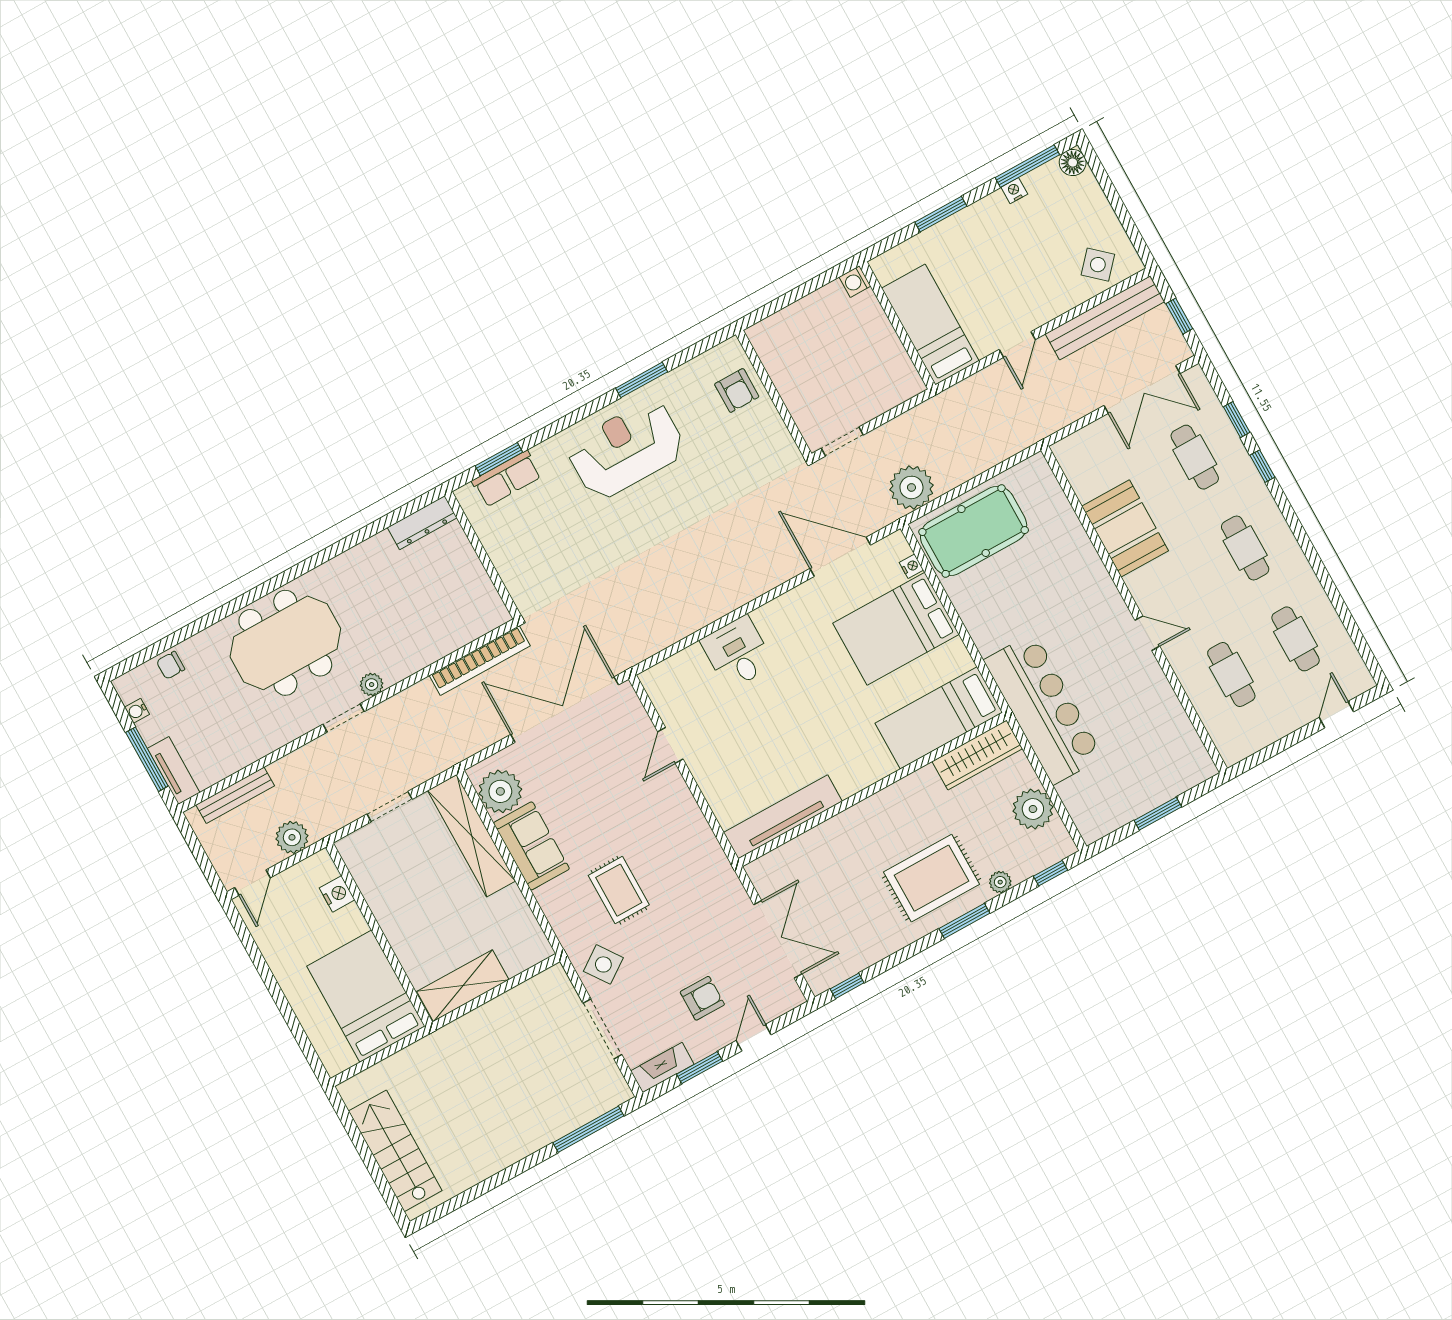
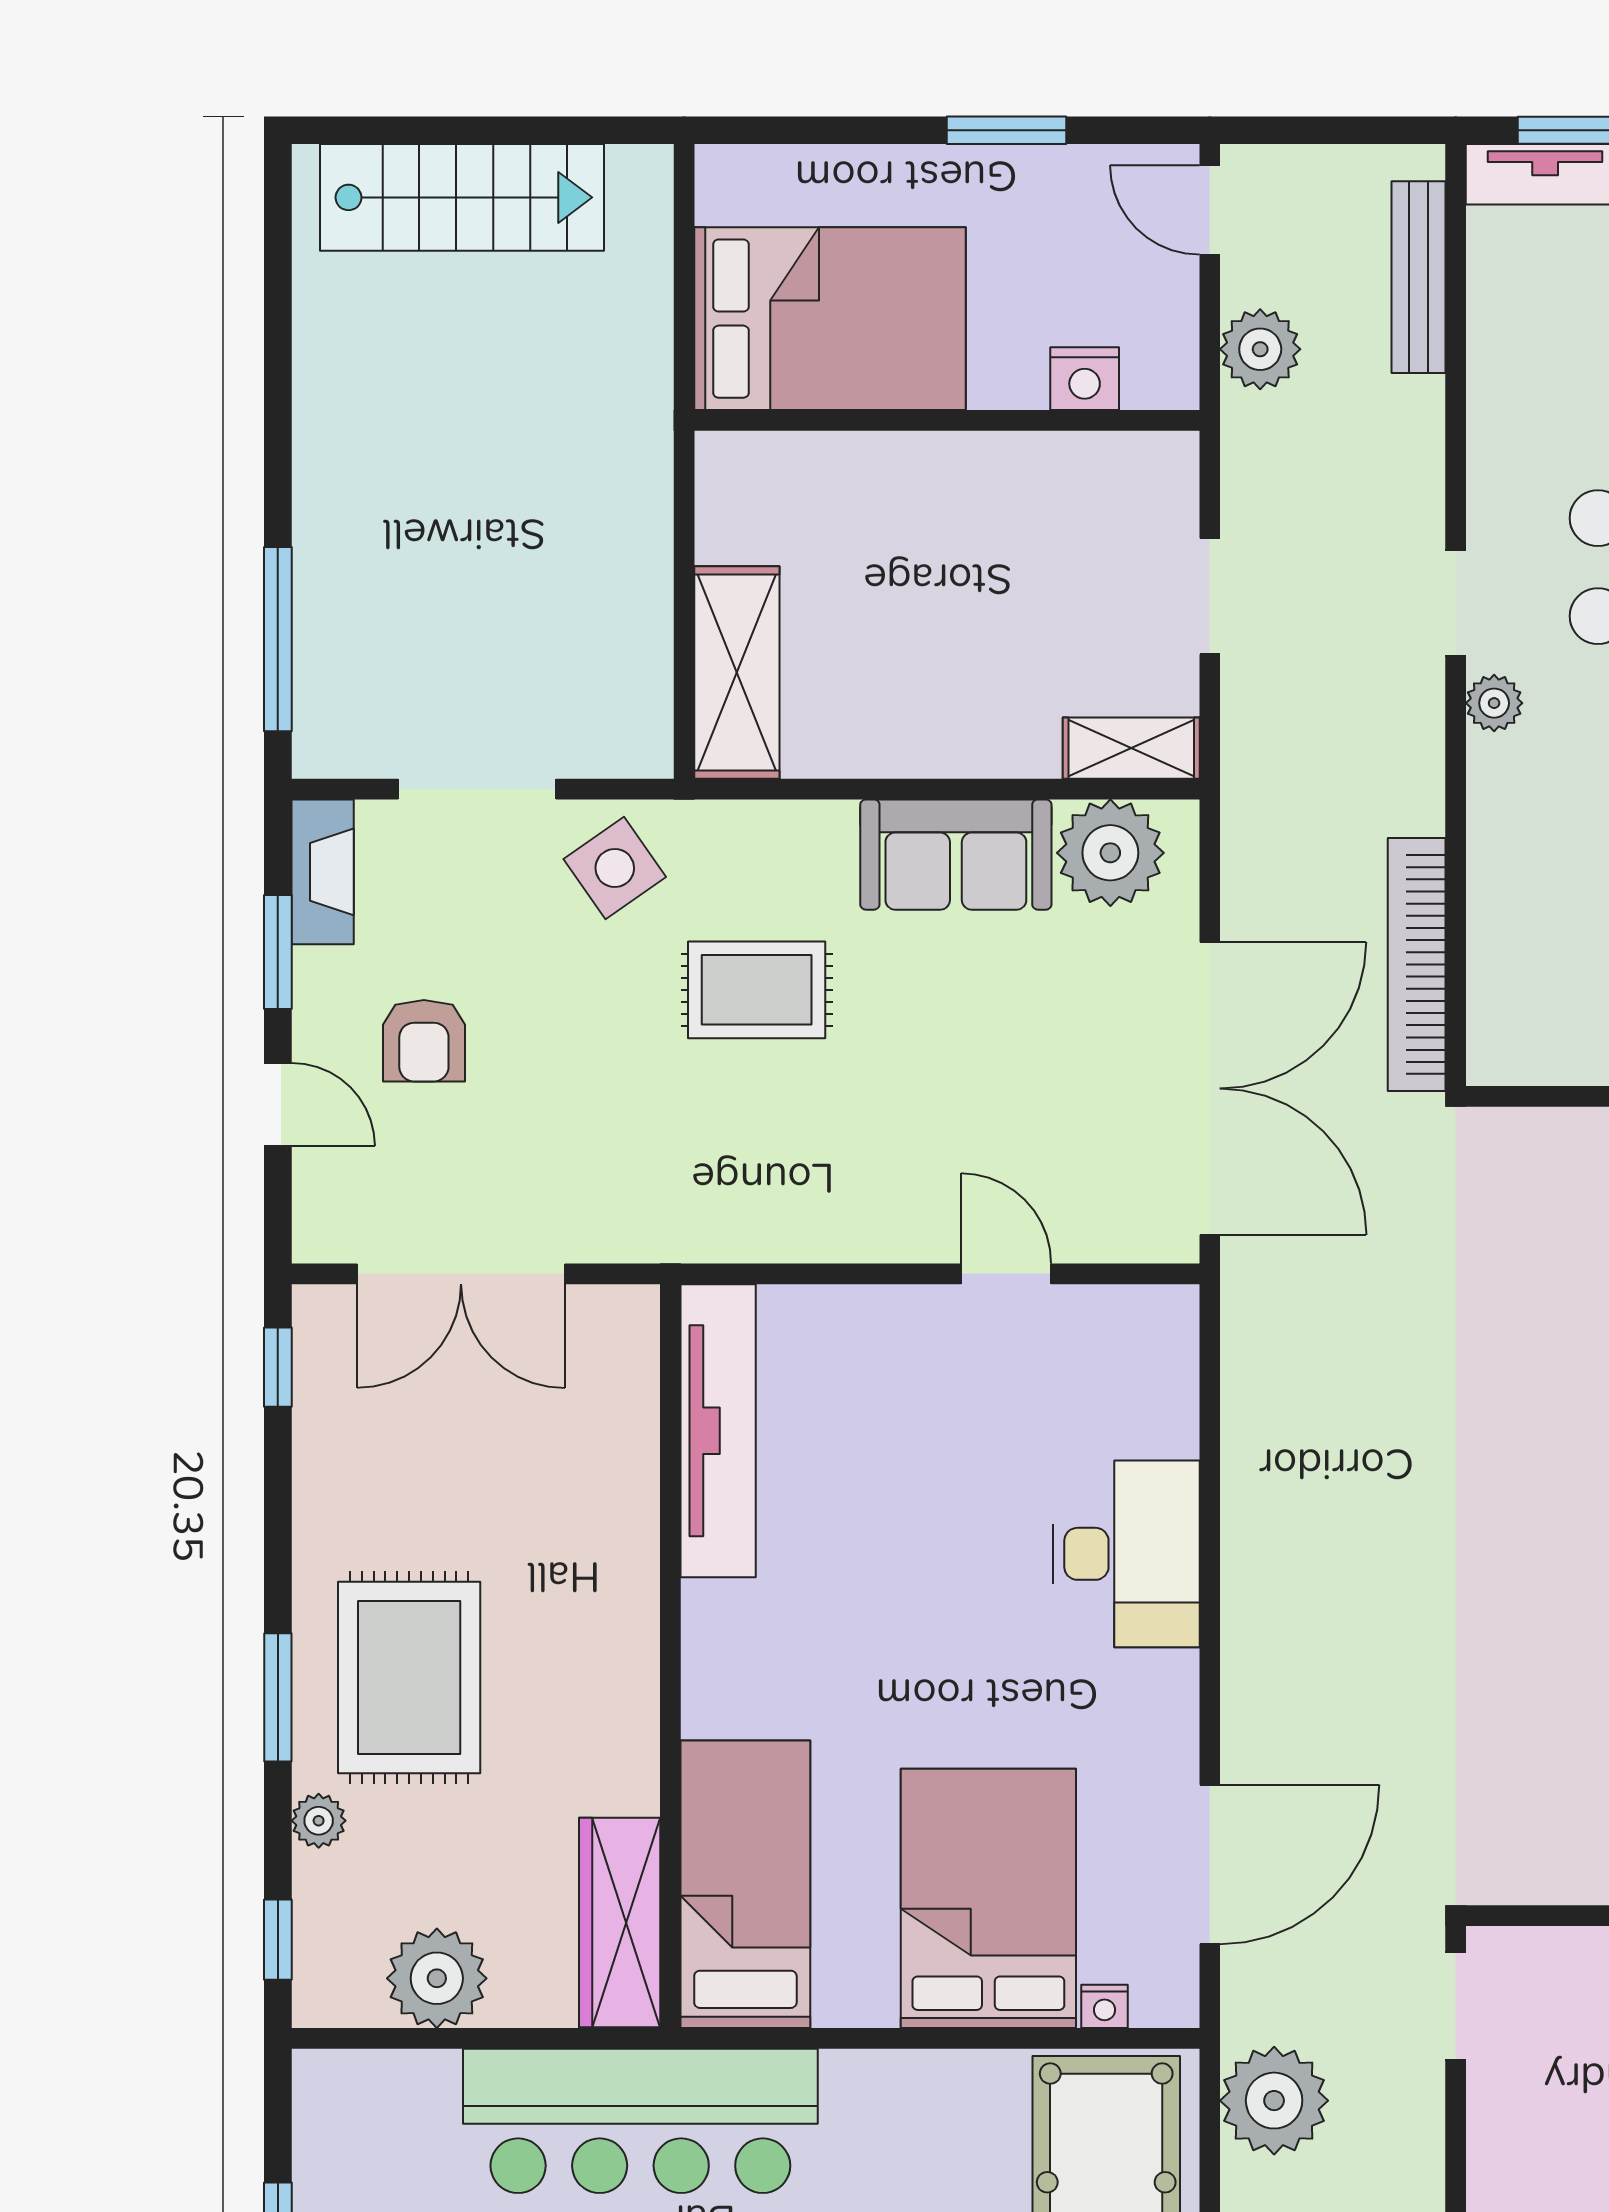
desk: (737, 653) -> (1126, 1554), width x1.37
shelving: (472, 836) -> (1131, 748), width x0.45, depth x0.75
window: (264, 971) -> (1007, 130), added
shelving: (463, 986) -> (737, 672), moved

